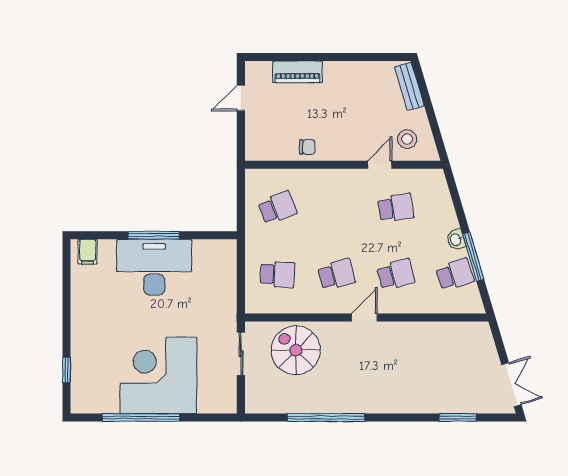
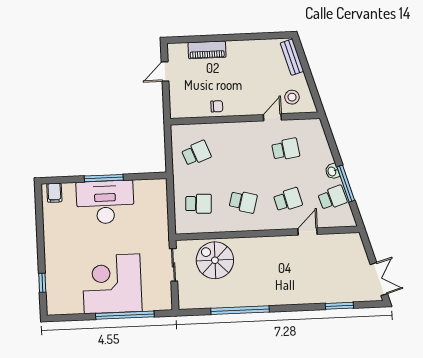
school desk: (337, 274) -> (243, 202), turned 30
door: (364, 318) -> (307, 231), moved
window: (141, 417) -> (125, 315), moved

